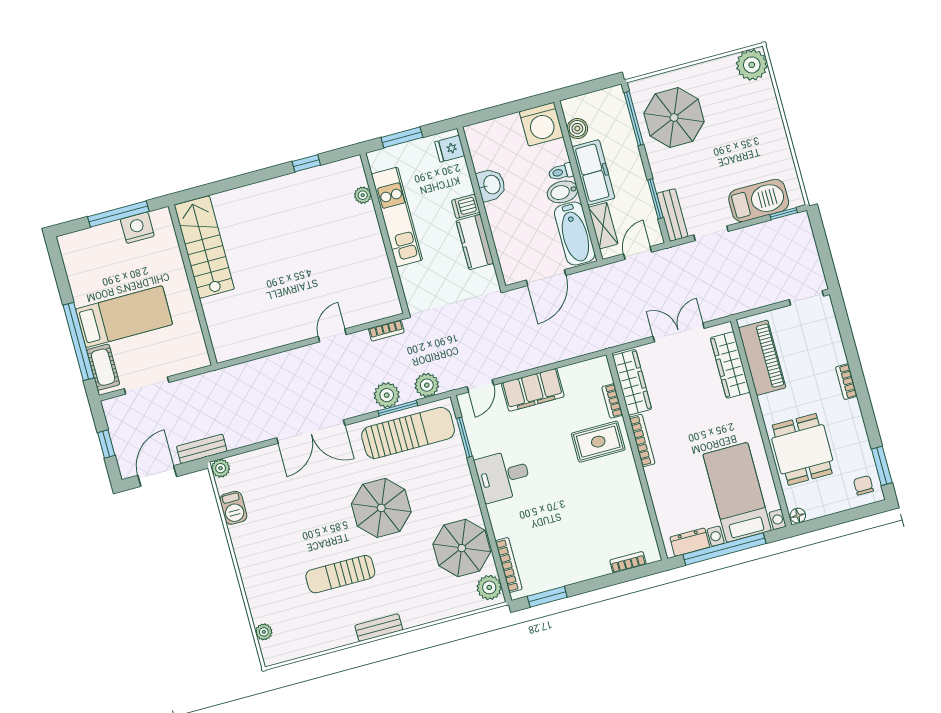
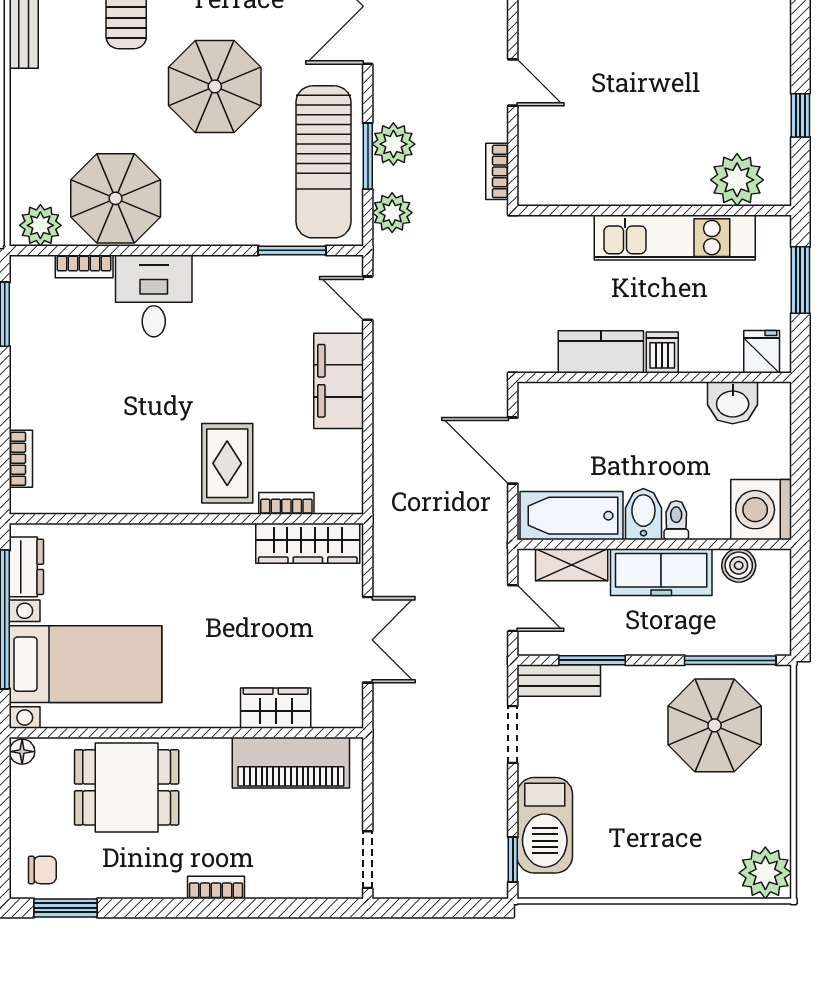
washbasin: (491, 185) -> (733, 403), moved
plant: (363, 195) -> (737, 180), width x1.87, depth x1.87
wardrobe: (730, 365) -> (276, 708), width x0.67
bookcase: (642, 440) -> (210, 534), removed
desk: (503, 476) -> (154, 296), moved
bookcase: (509, 565) -> (84, 266), width x0.64

